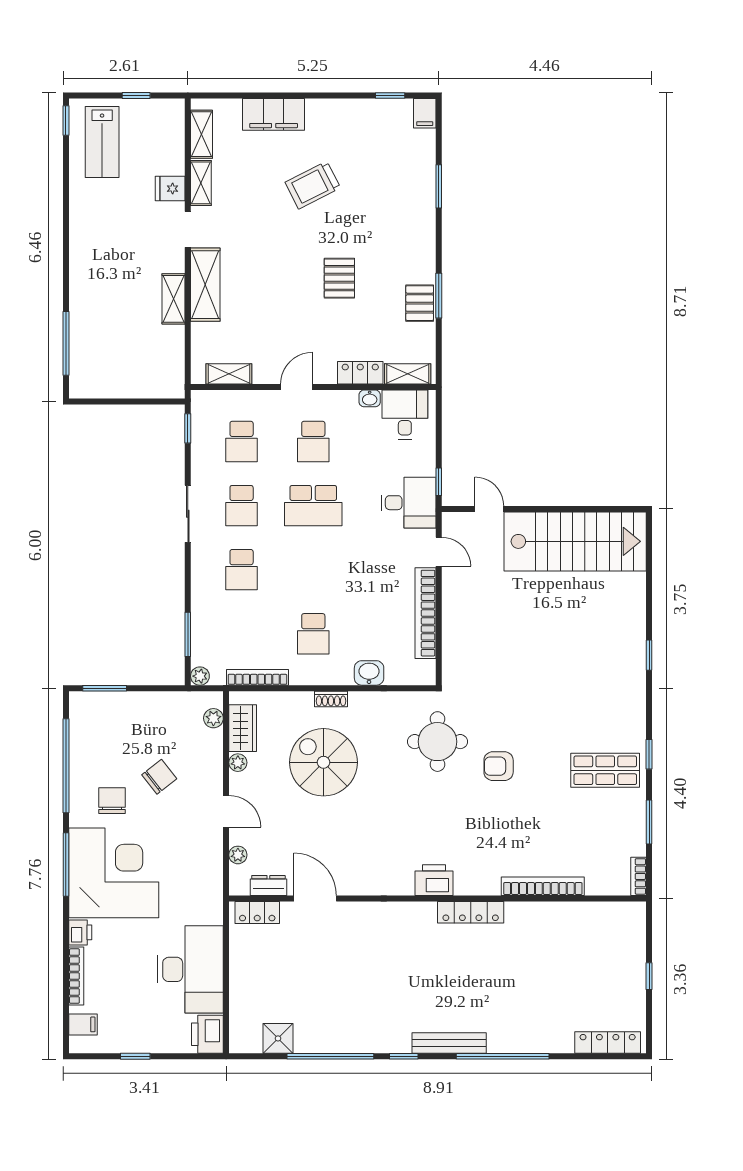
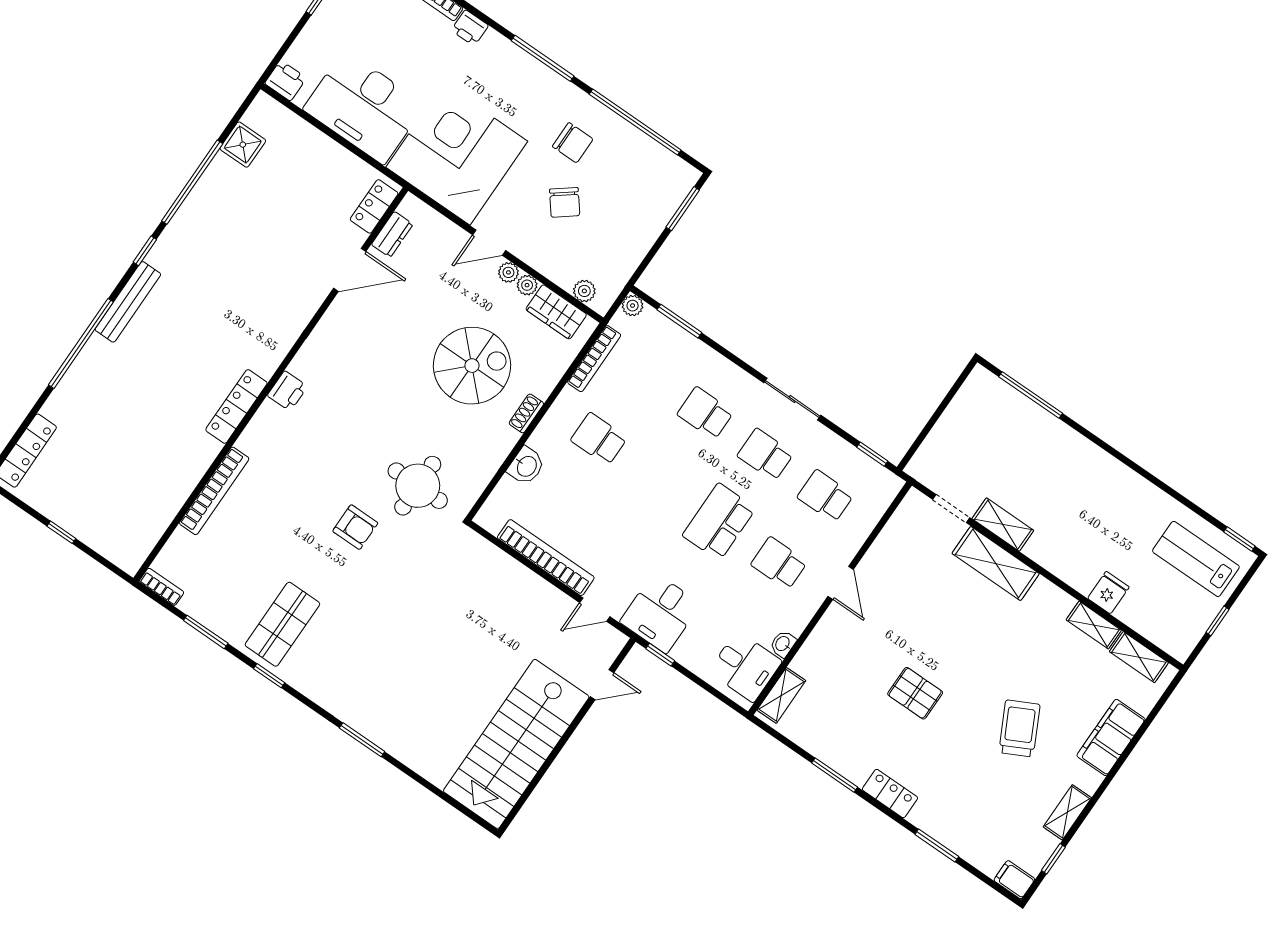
doorway: (188, 229) -> (951, 509), moved
pallet: (420, 303) -> (840, 752), removed
locker: (360, 373) -> (890, 793), moved, turned -90
shelving: (229, 374) -> (1067, 812), moved
window: (649, 655) -> (362, 740), width x1.50
armchair: (499, 766) -> (355, 527), turned 90
plant: (238, 855) -> (508, 272), moved
corner desk: (114, 873) -> (457, 154), moved, turned 180
printer: (434, 880) -> (287, 391), width x0.73, depth x0.81
printer: (207, 1034) -> (286, 81), width x0.73, depth x0.81

